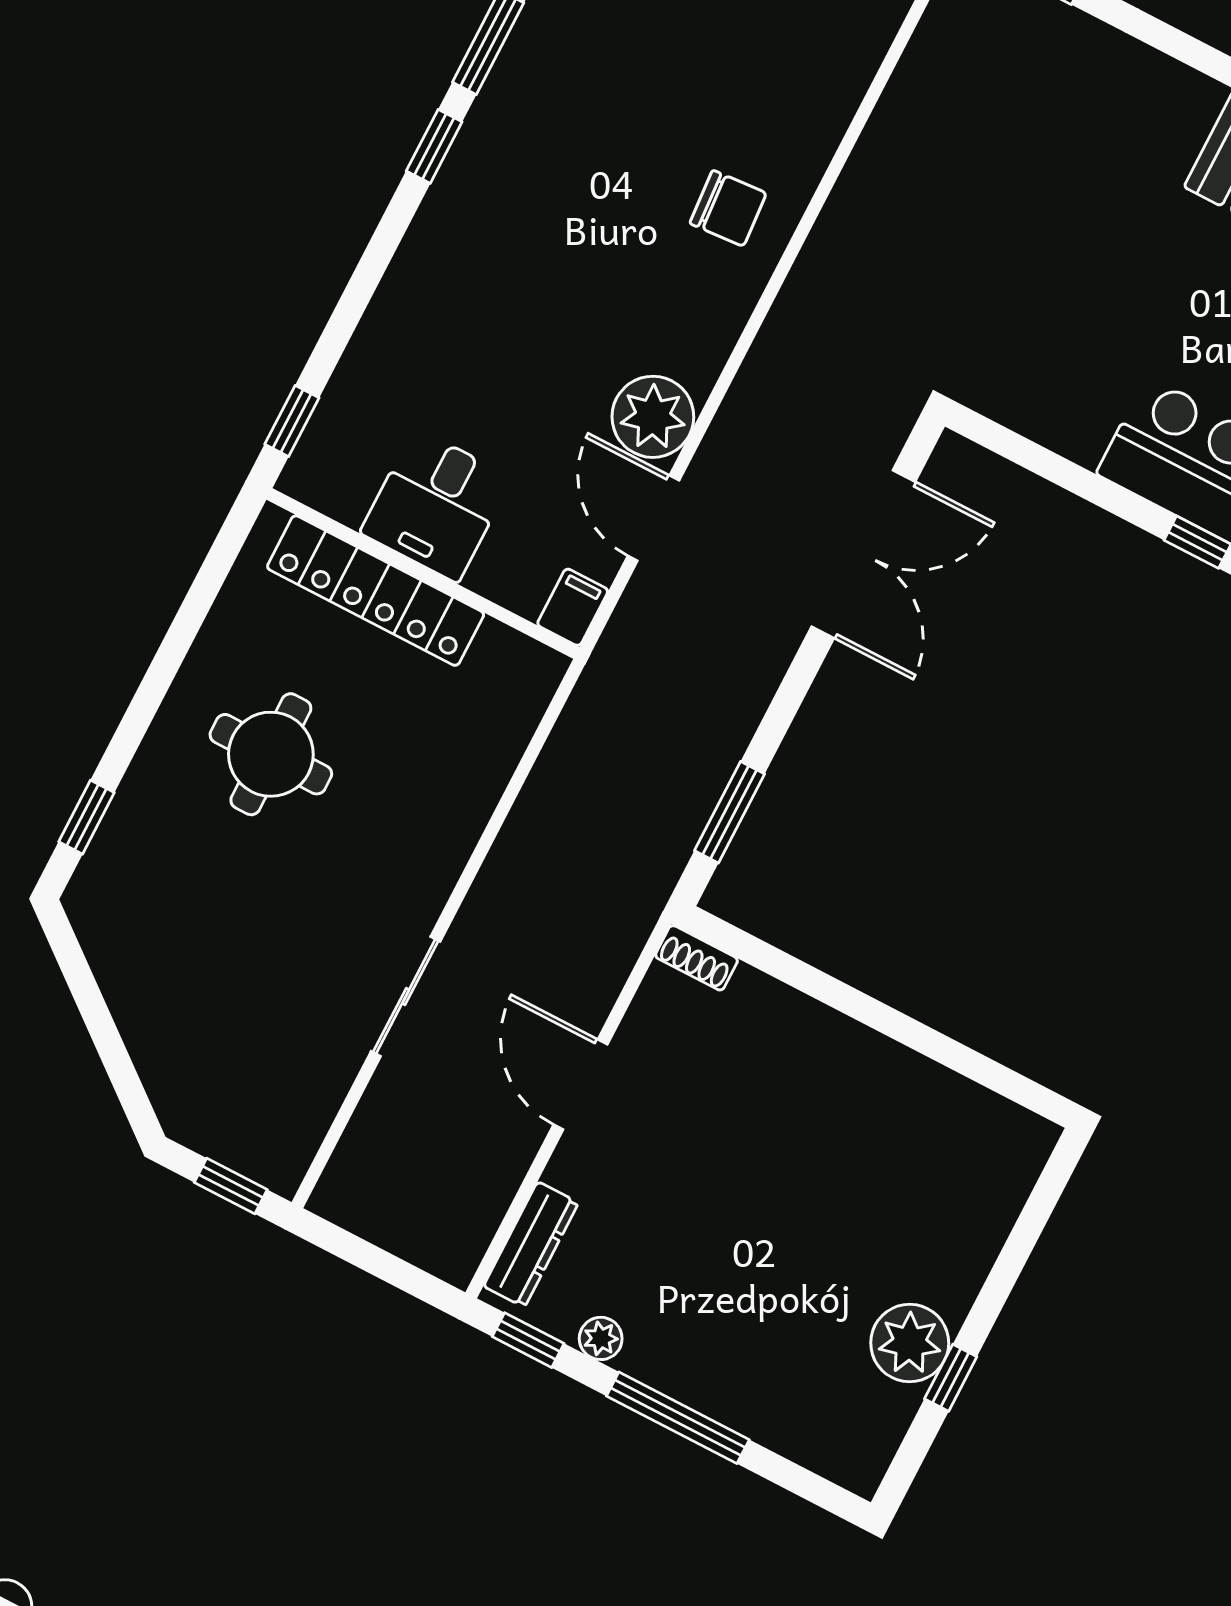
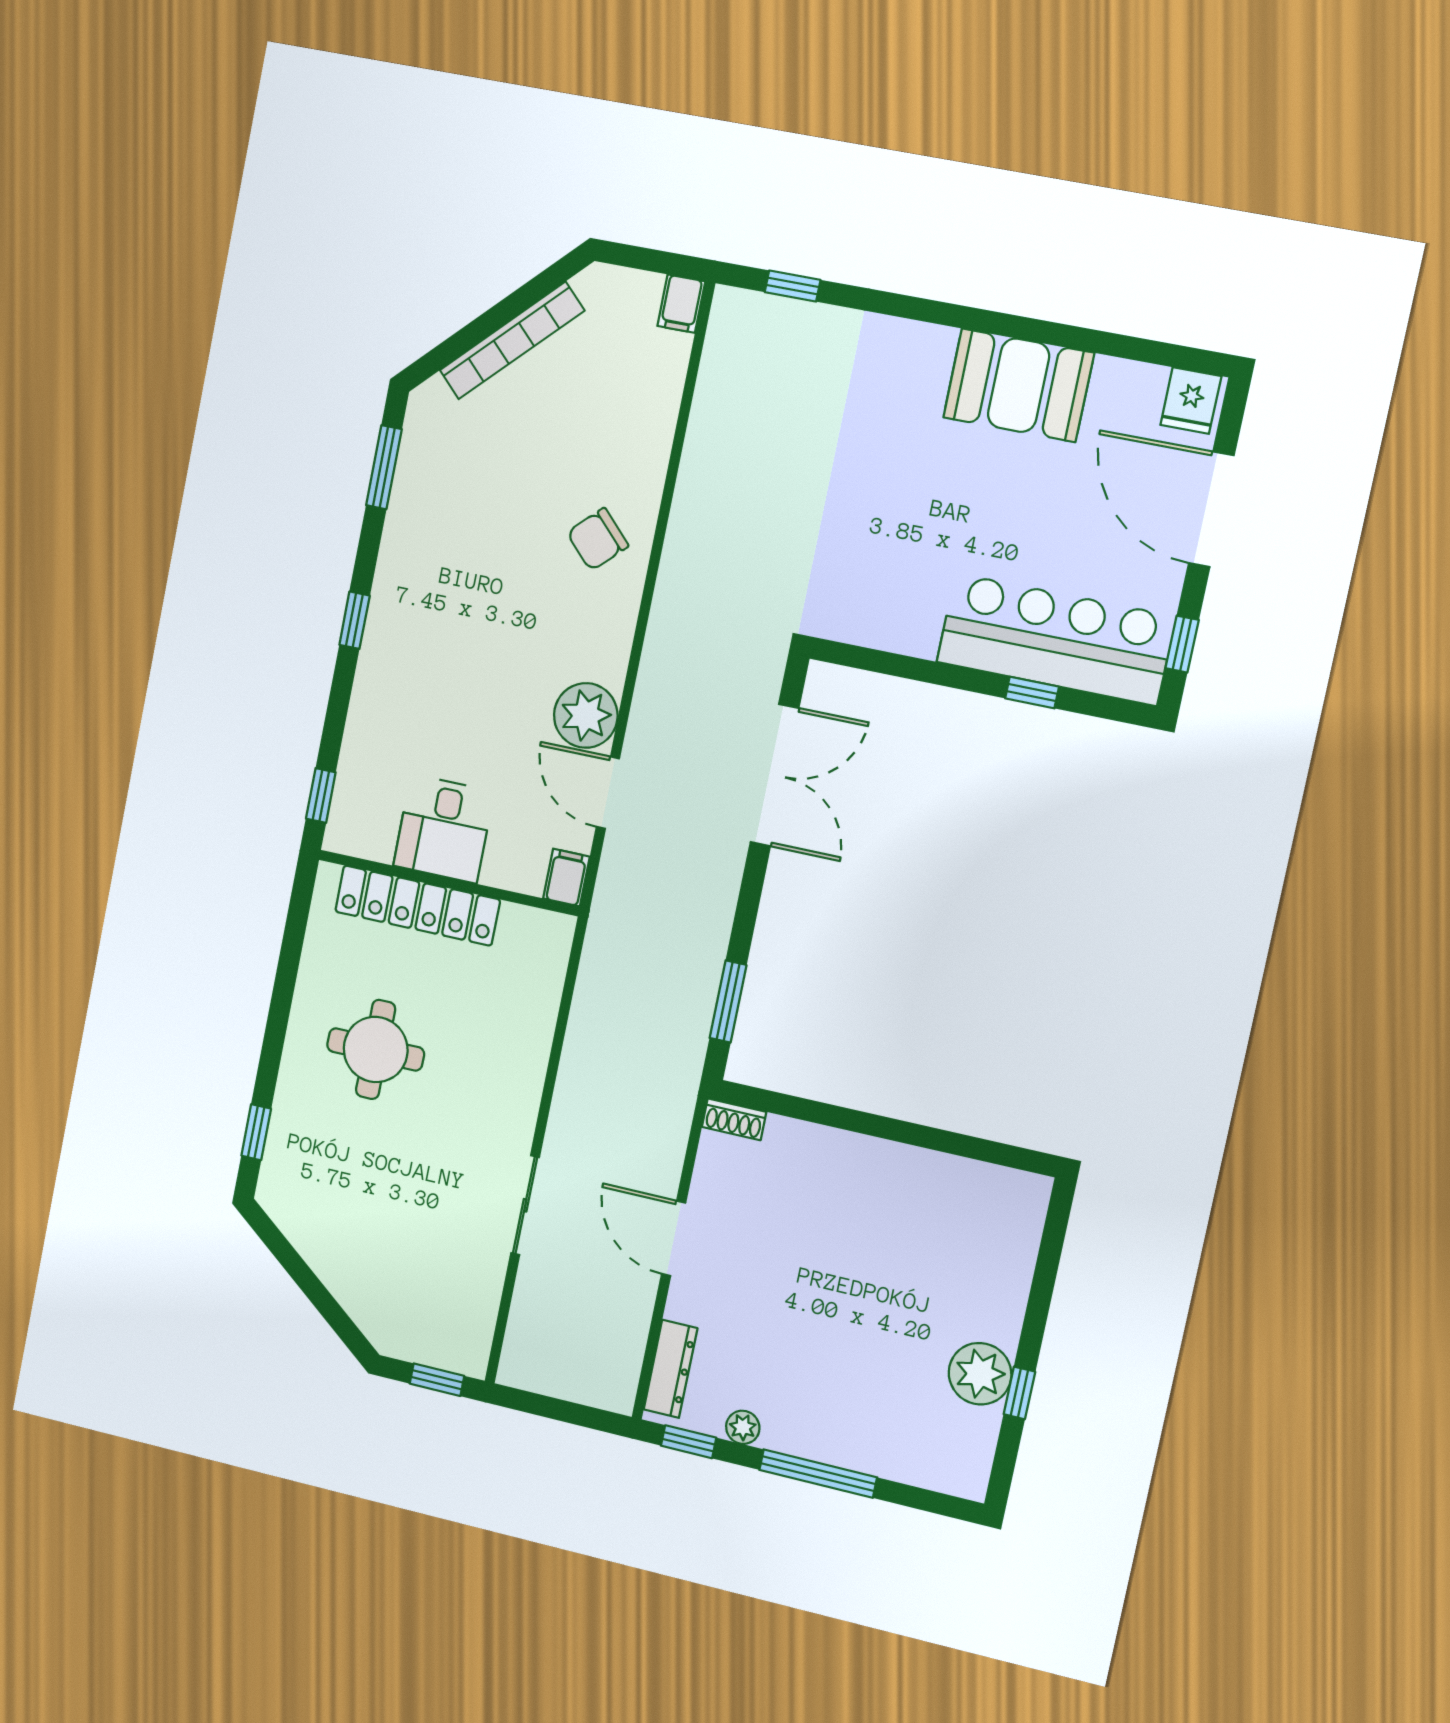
window: (434, 146) -> (354, 620), moved
chair: (728, 208) -> (598, 539), turned 140

